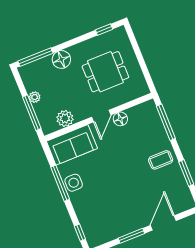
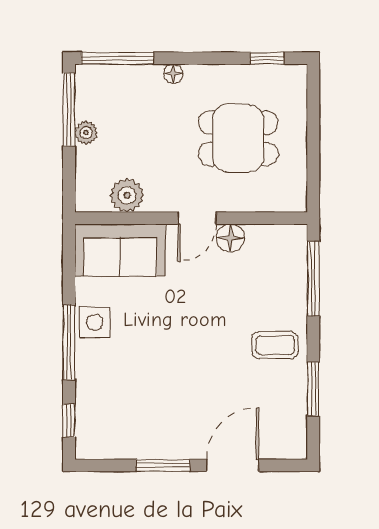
floor lamp: (61, 59) -> (173, 74), width x0.53, depth x0.53
window: (32, 113) -> (69, 109), moved
window: (60, 183) -> (69, 342), moved

